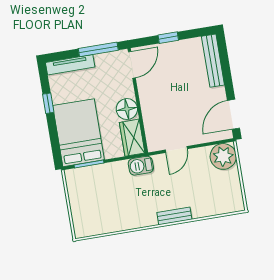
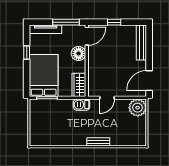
floor lamp: (127, 109) -> (79, 53), moved

